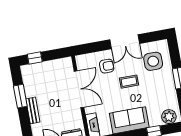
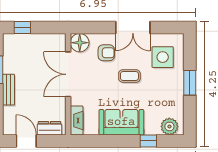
floor lamp: (84, 62) -> (80, 43), added
double door: (79, 89) -> (68, 74), swing flipped

